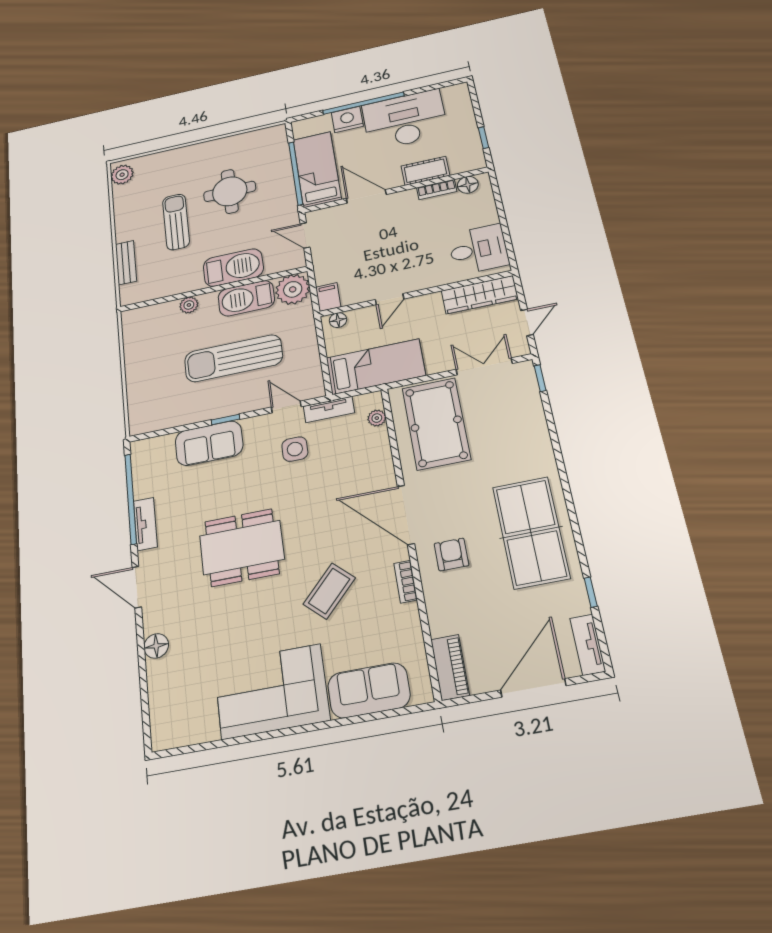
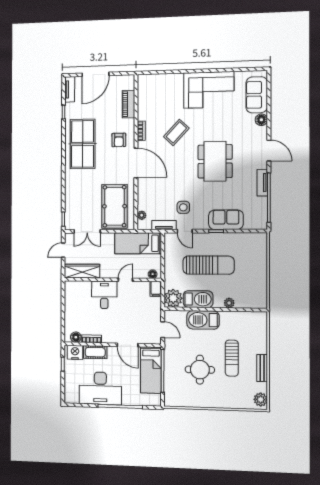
nightstand: (347, 119) -> (75, 352), moved, turned 180
desk: (478, 249) -> (104, 295), moved, turned 90
bench: (126, 263) -> (262, 368), moved
dining table: (242, 547) -> (215, 161), turned 90
piano: (450, 667) -> (128, 104), moved
sofa: (369, 690) -> (257, 95), moved, turned 90

